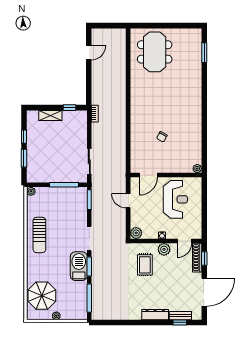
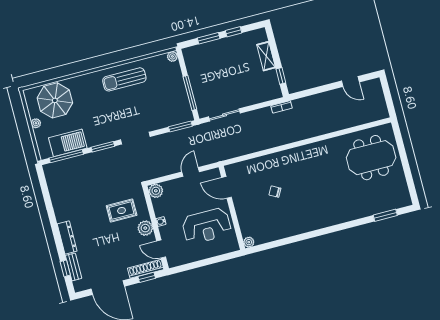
barbecue: (79, 266) -> (68, 143), moved

